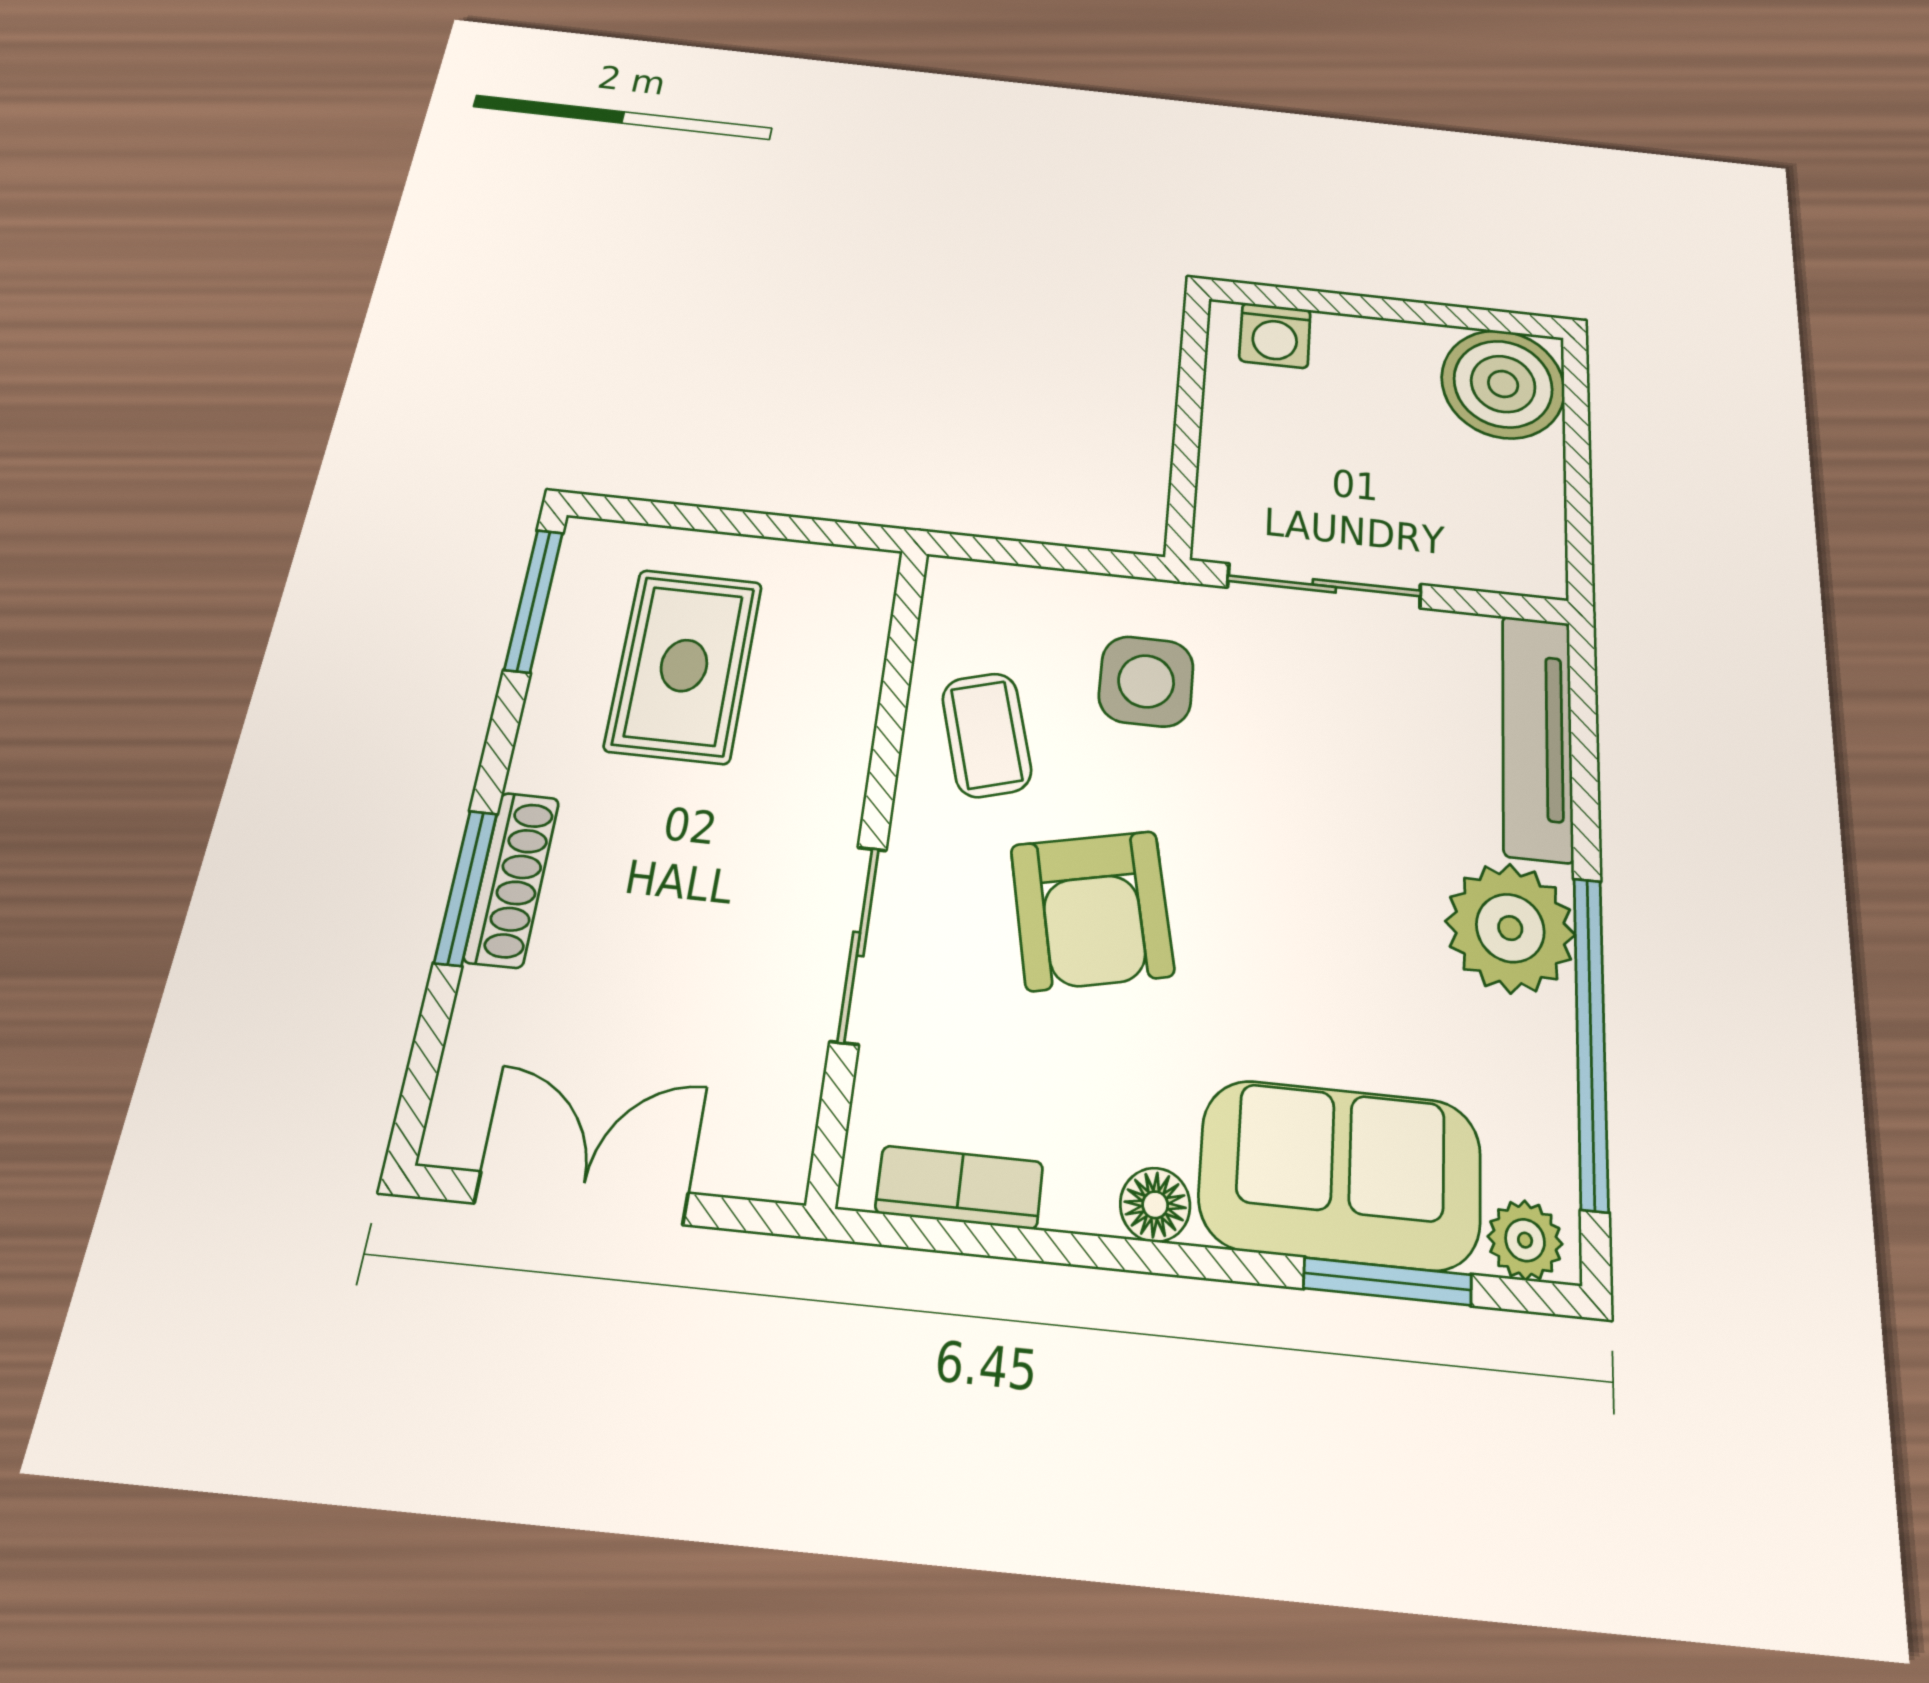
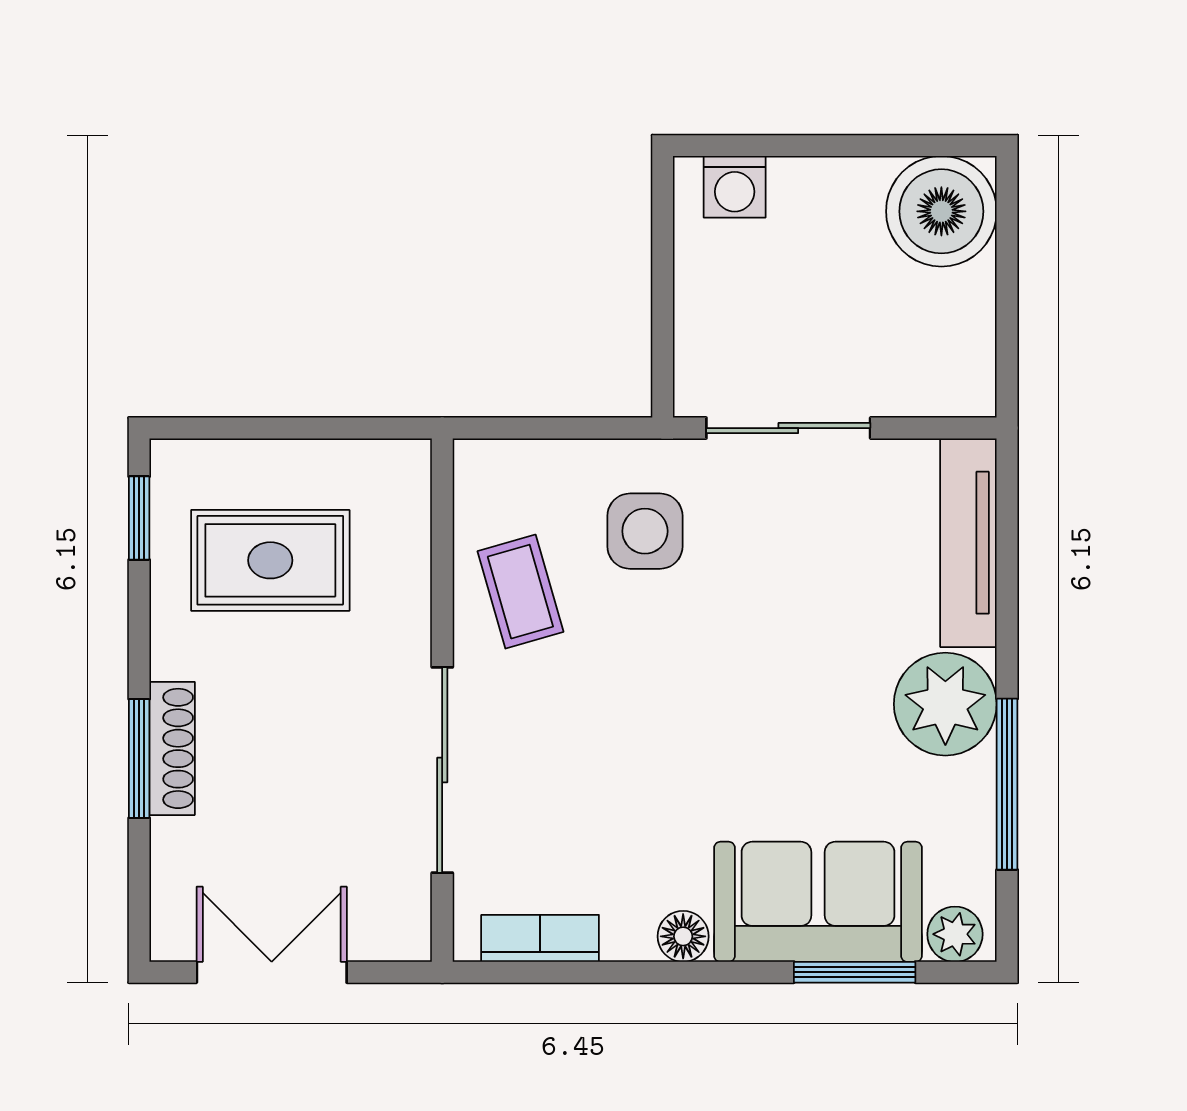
window: (534, 601) -> (139, 518), width x0.67
rug: (684, 665) -> (270, 560), turned 90
armchair: (1092, 910) -> (618, 725), removed
sliding door: (858, 944) -> (442, 770), width x1.37
window: (1591, 1040) -> (1007, 784), width x0.68

